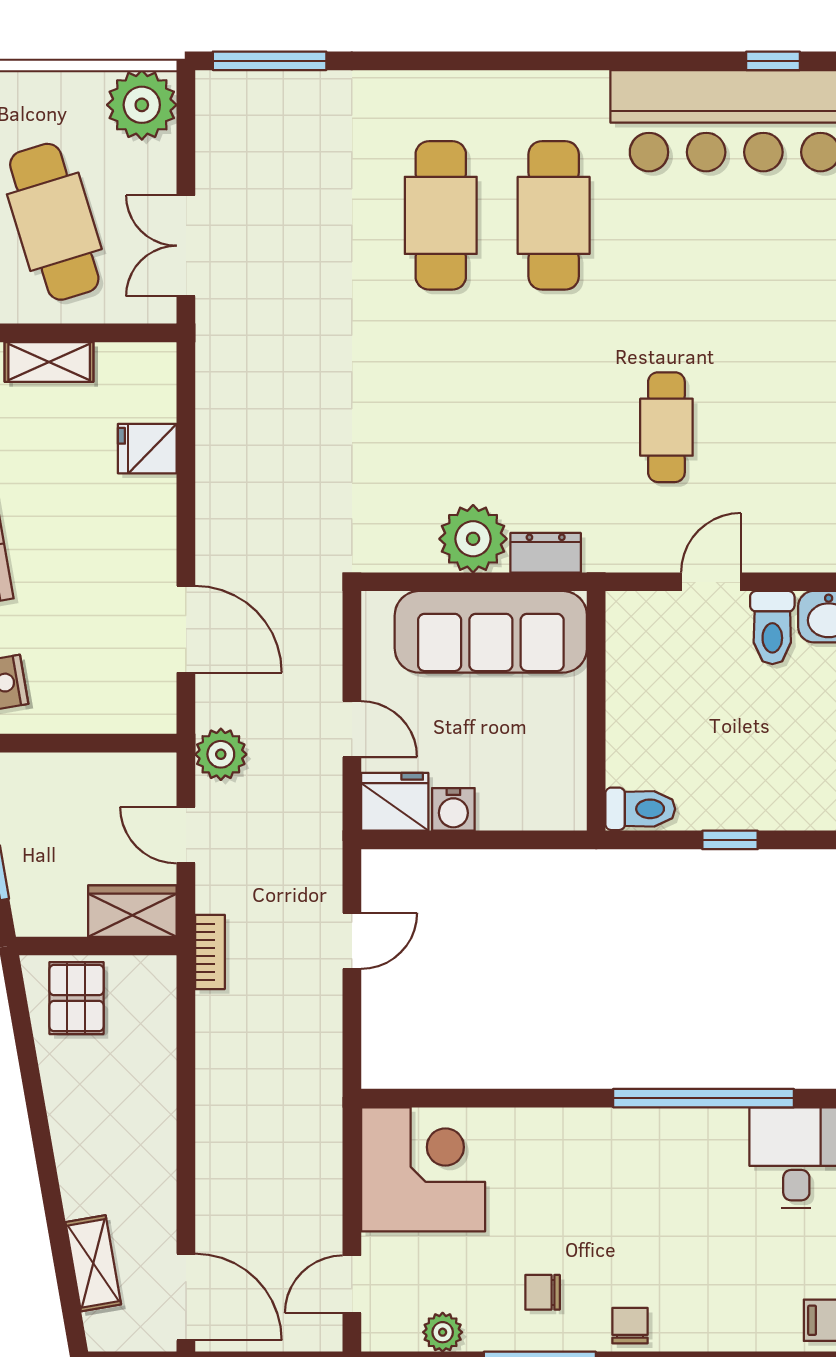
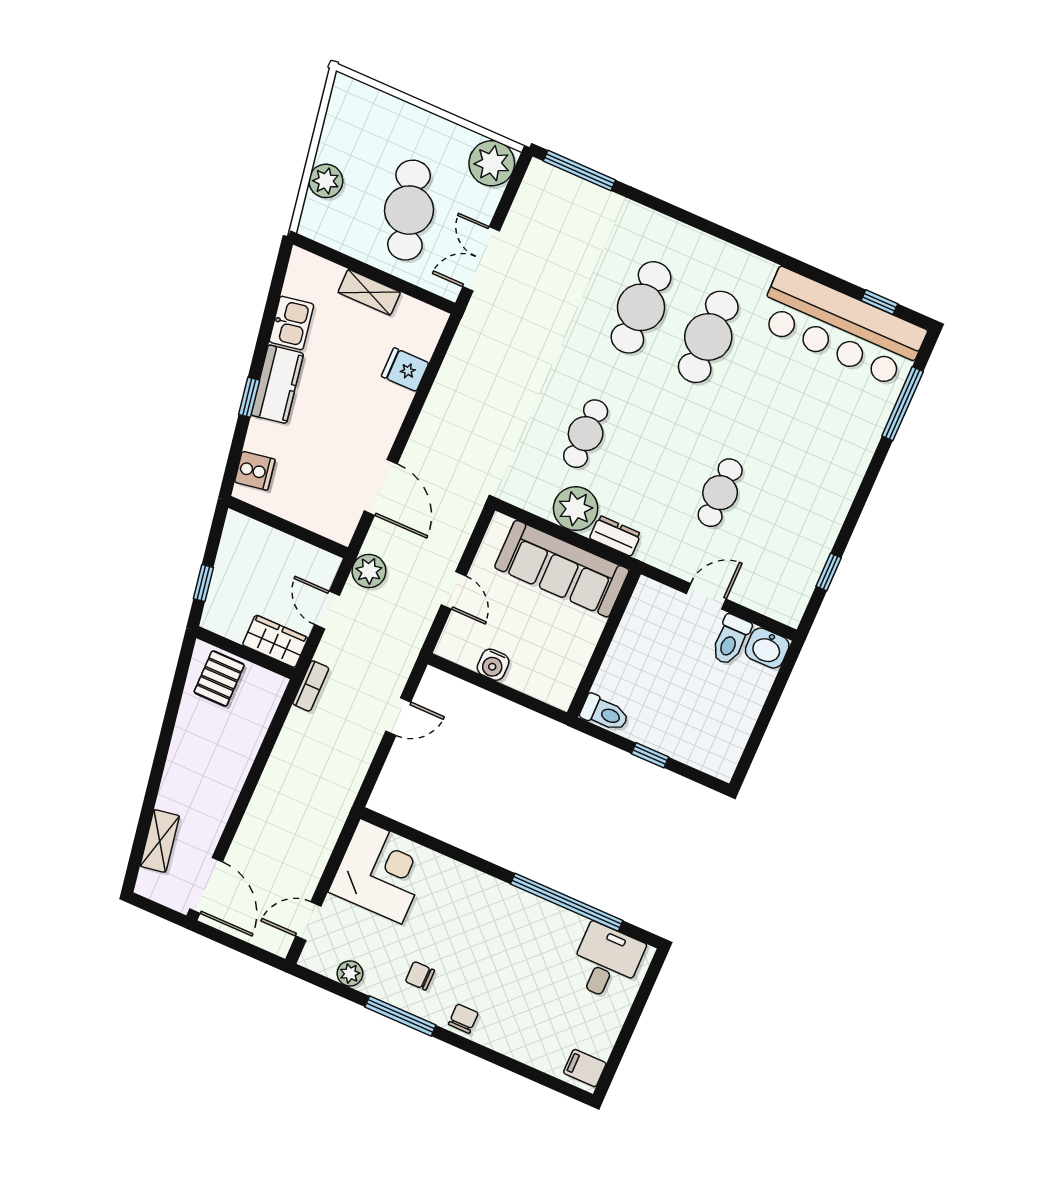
cafe table: (441, 427) -> (586, 434), added
fridge: (395, 802) -> (460, 645), removed

